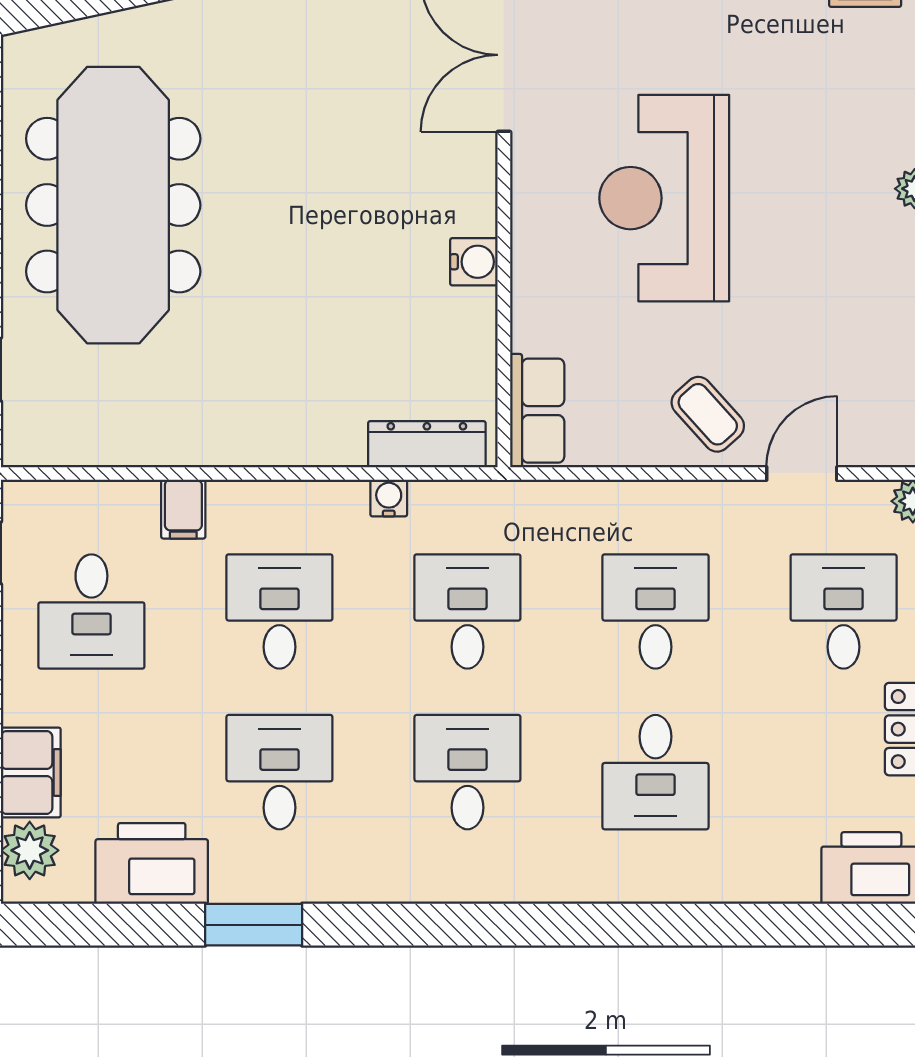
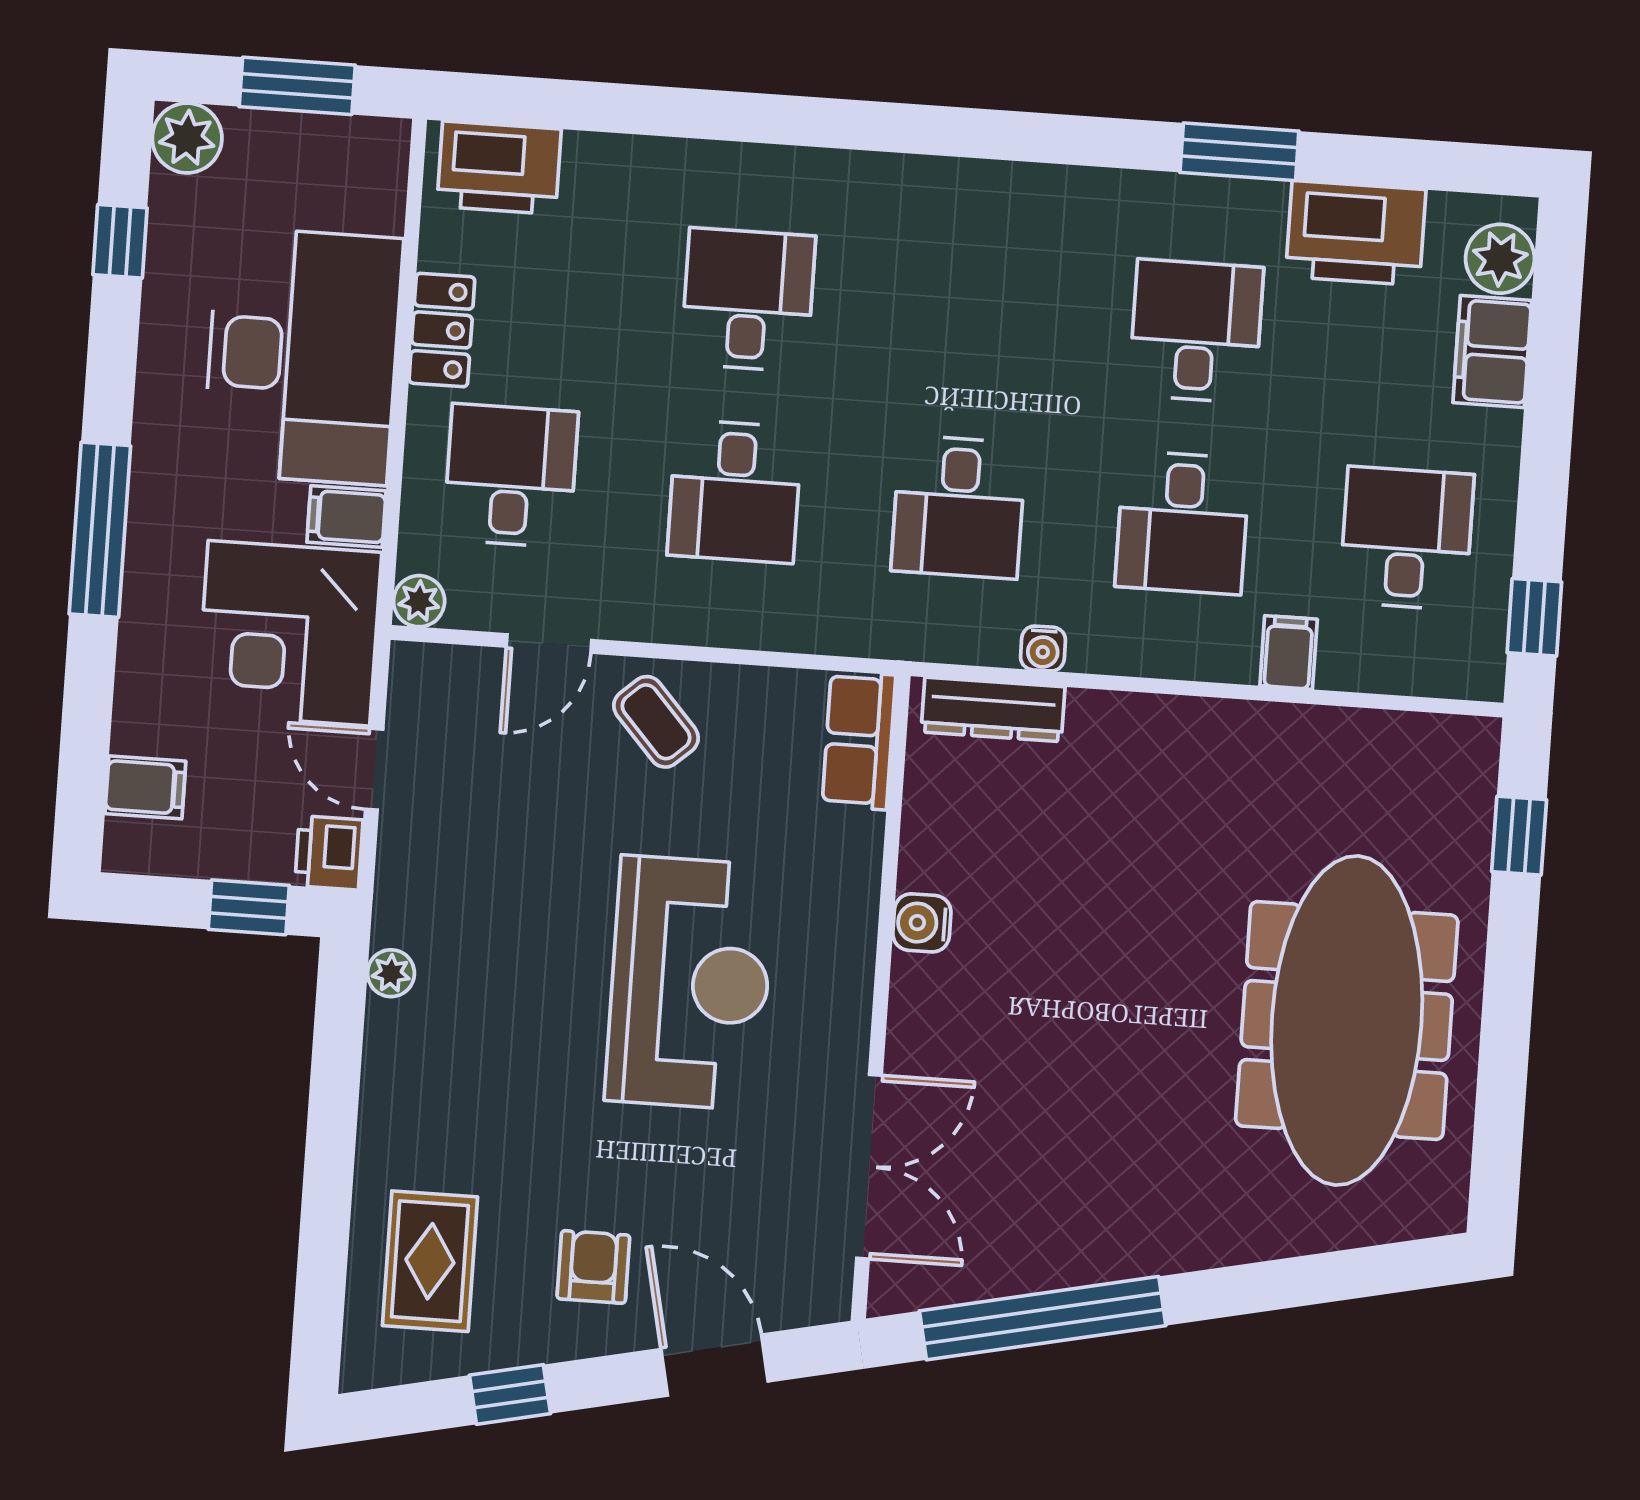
desk: (844, 611) -> (511, 476), turned 180
desk: (279, 772) -> (1196, 331), turned 180
desk: (467, 772) -> (972, 316), removed

